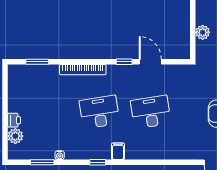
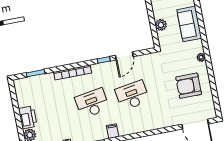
door: (150, 62) -> (124, 56), swing flipped
printer: (14, 120) -> (28, 117), width x1.87, depth x1.48

